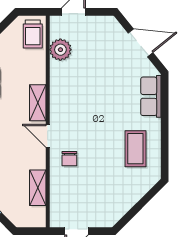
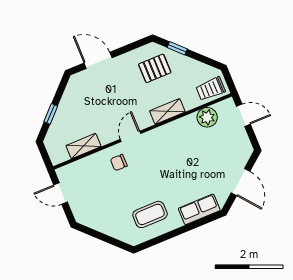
shelving: (38, 103) -> (167, 111), moved

